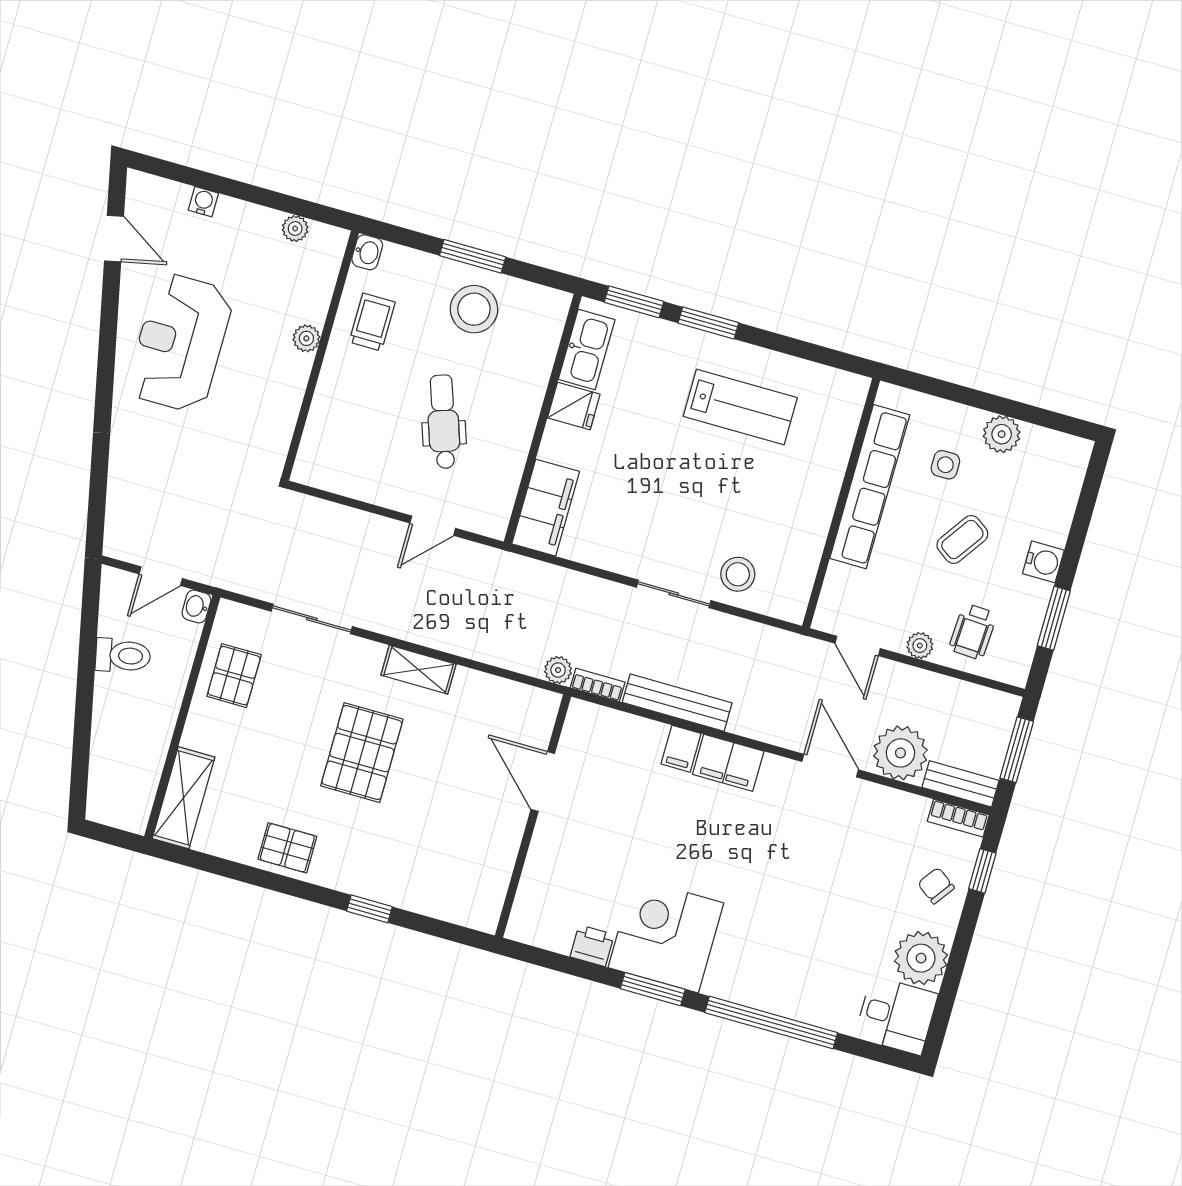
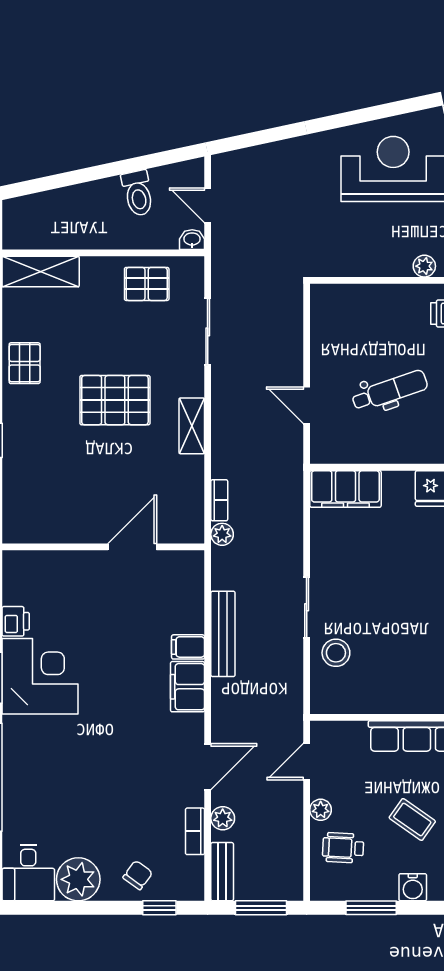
bookcase: (598, 685) -> (219, 500), moved
plant: (900, 753) -> (223, 818), width x0.53, depth x0.53
bookcase: (958, 818) -> (195, 831), moved

